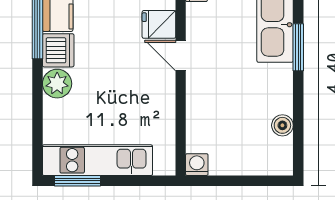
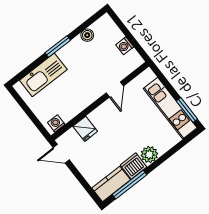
window: (298, 47) -> (58, 46), moved
door: (181, 56) -> (115, 89), moved
washing machine: (197, 165) -> (125, 46), moved

